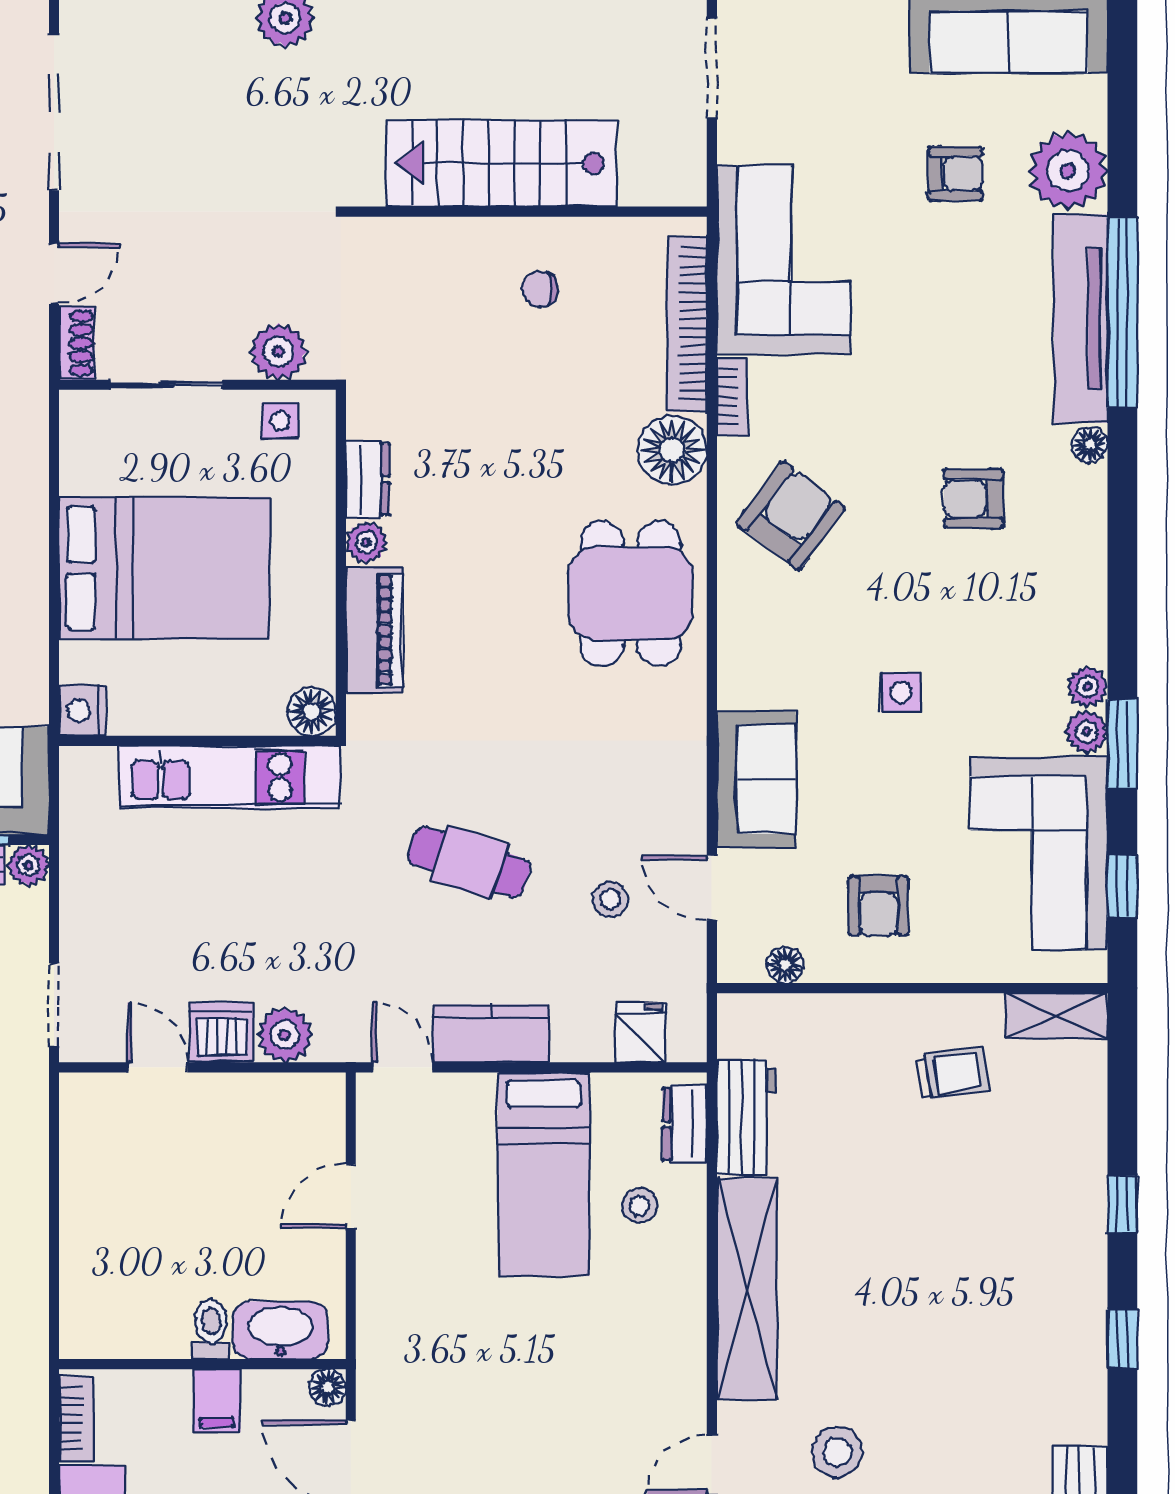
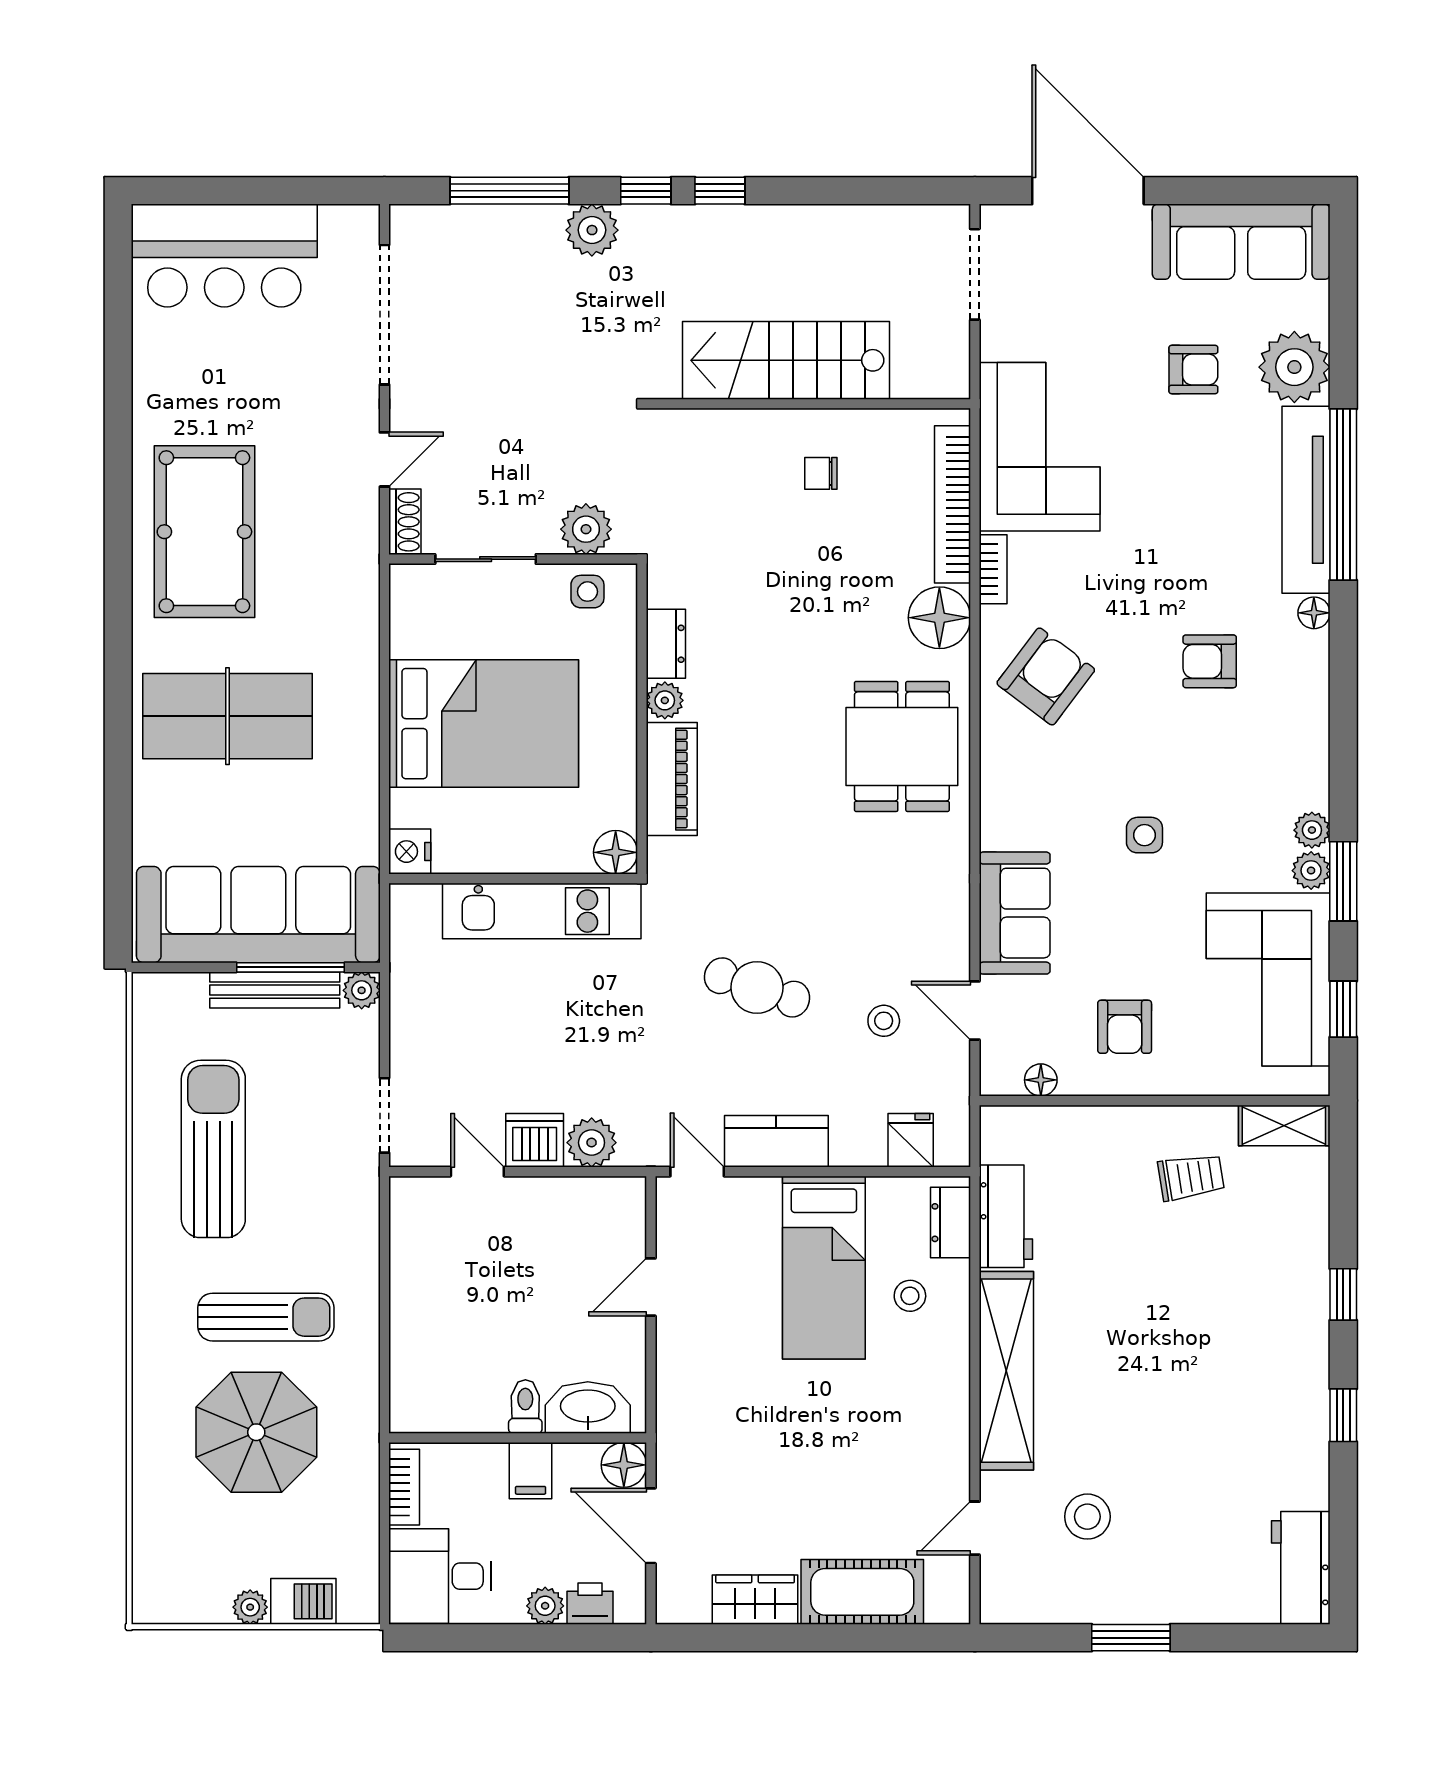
floor lamp: (328, 1387) -> (624, 1465), width x1.37, depth x1.37

